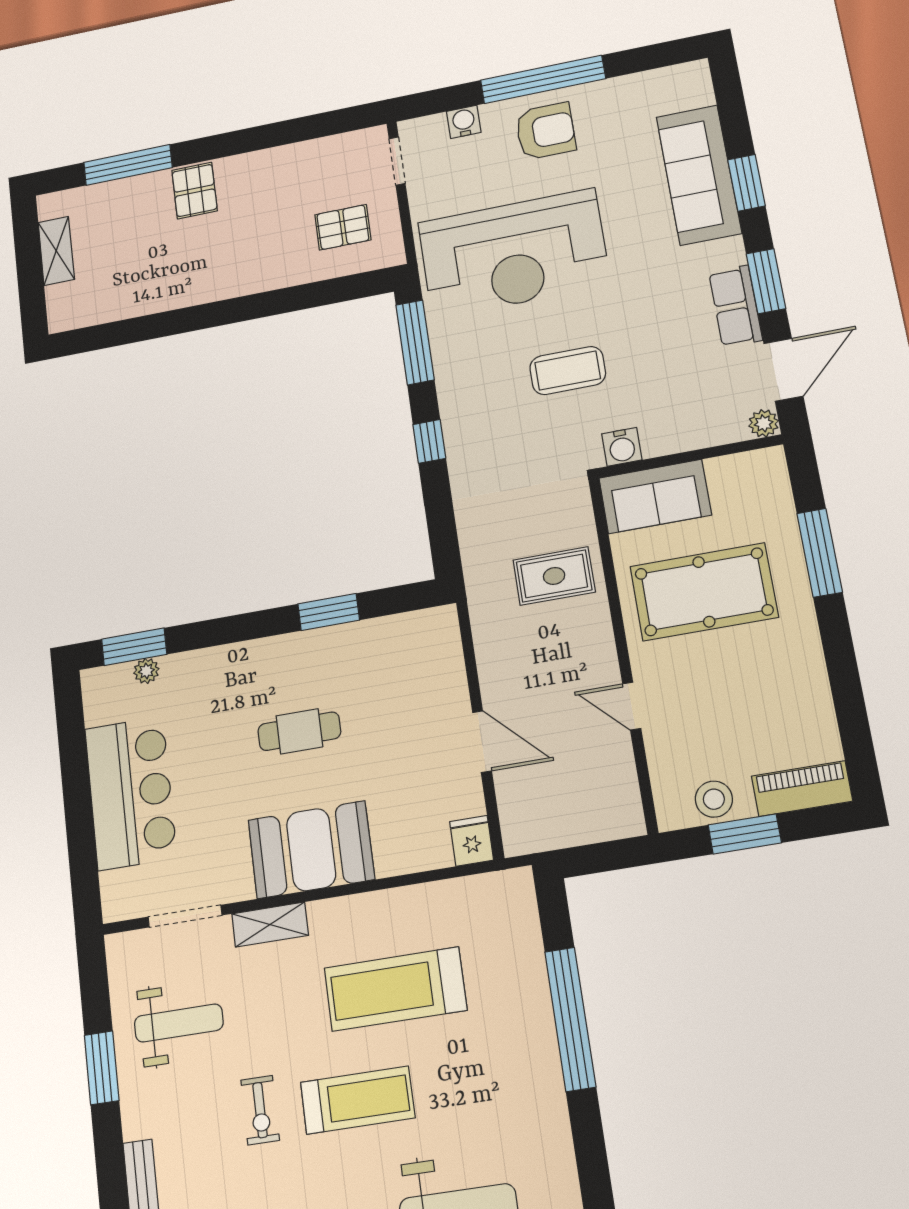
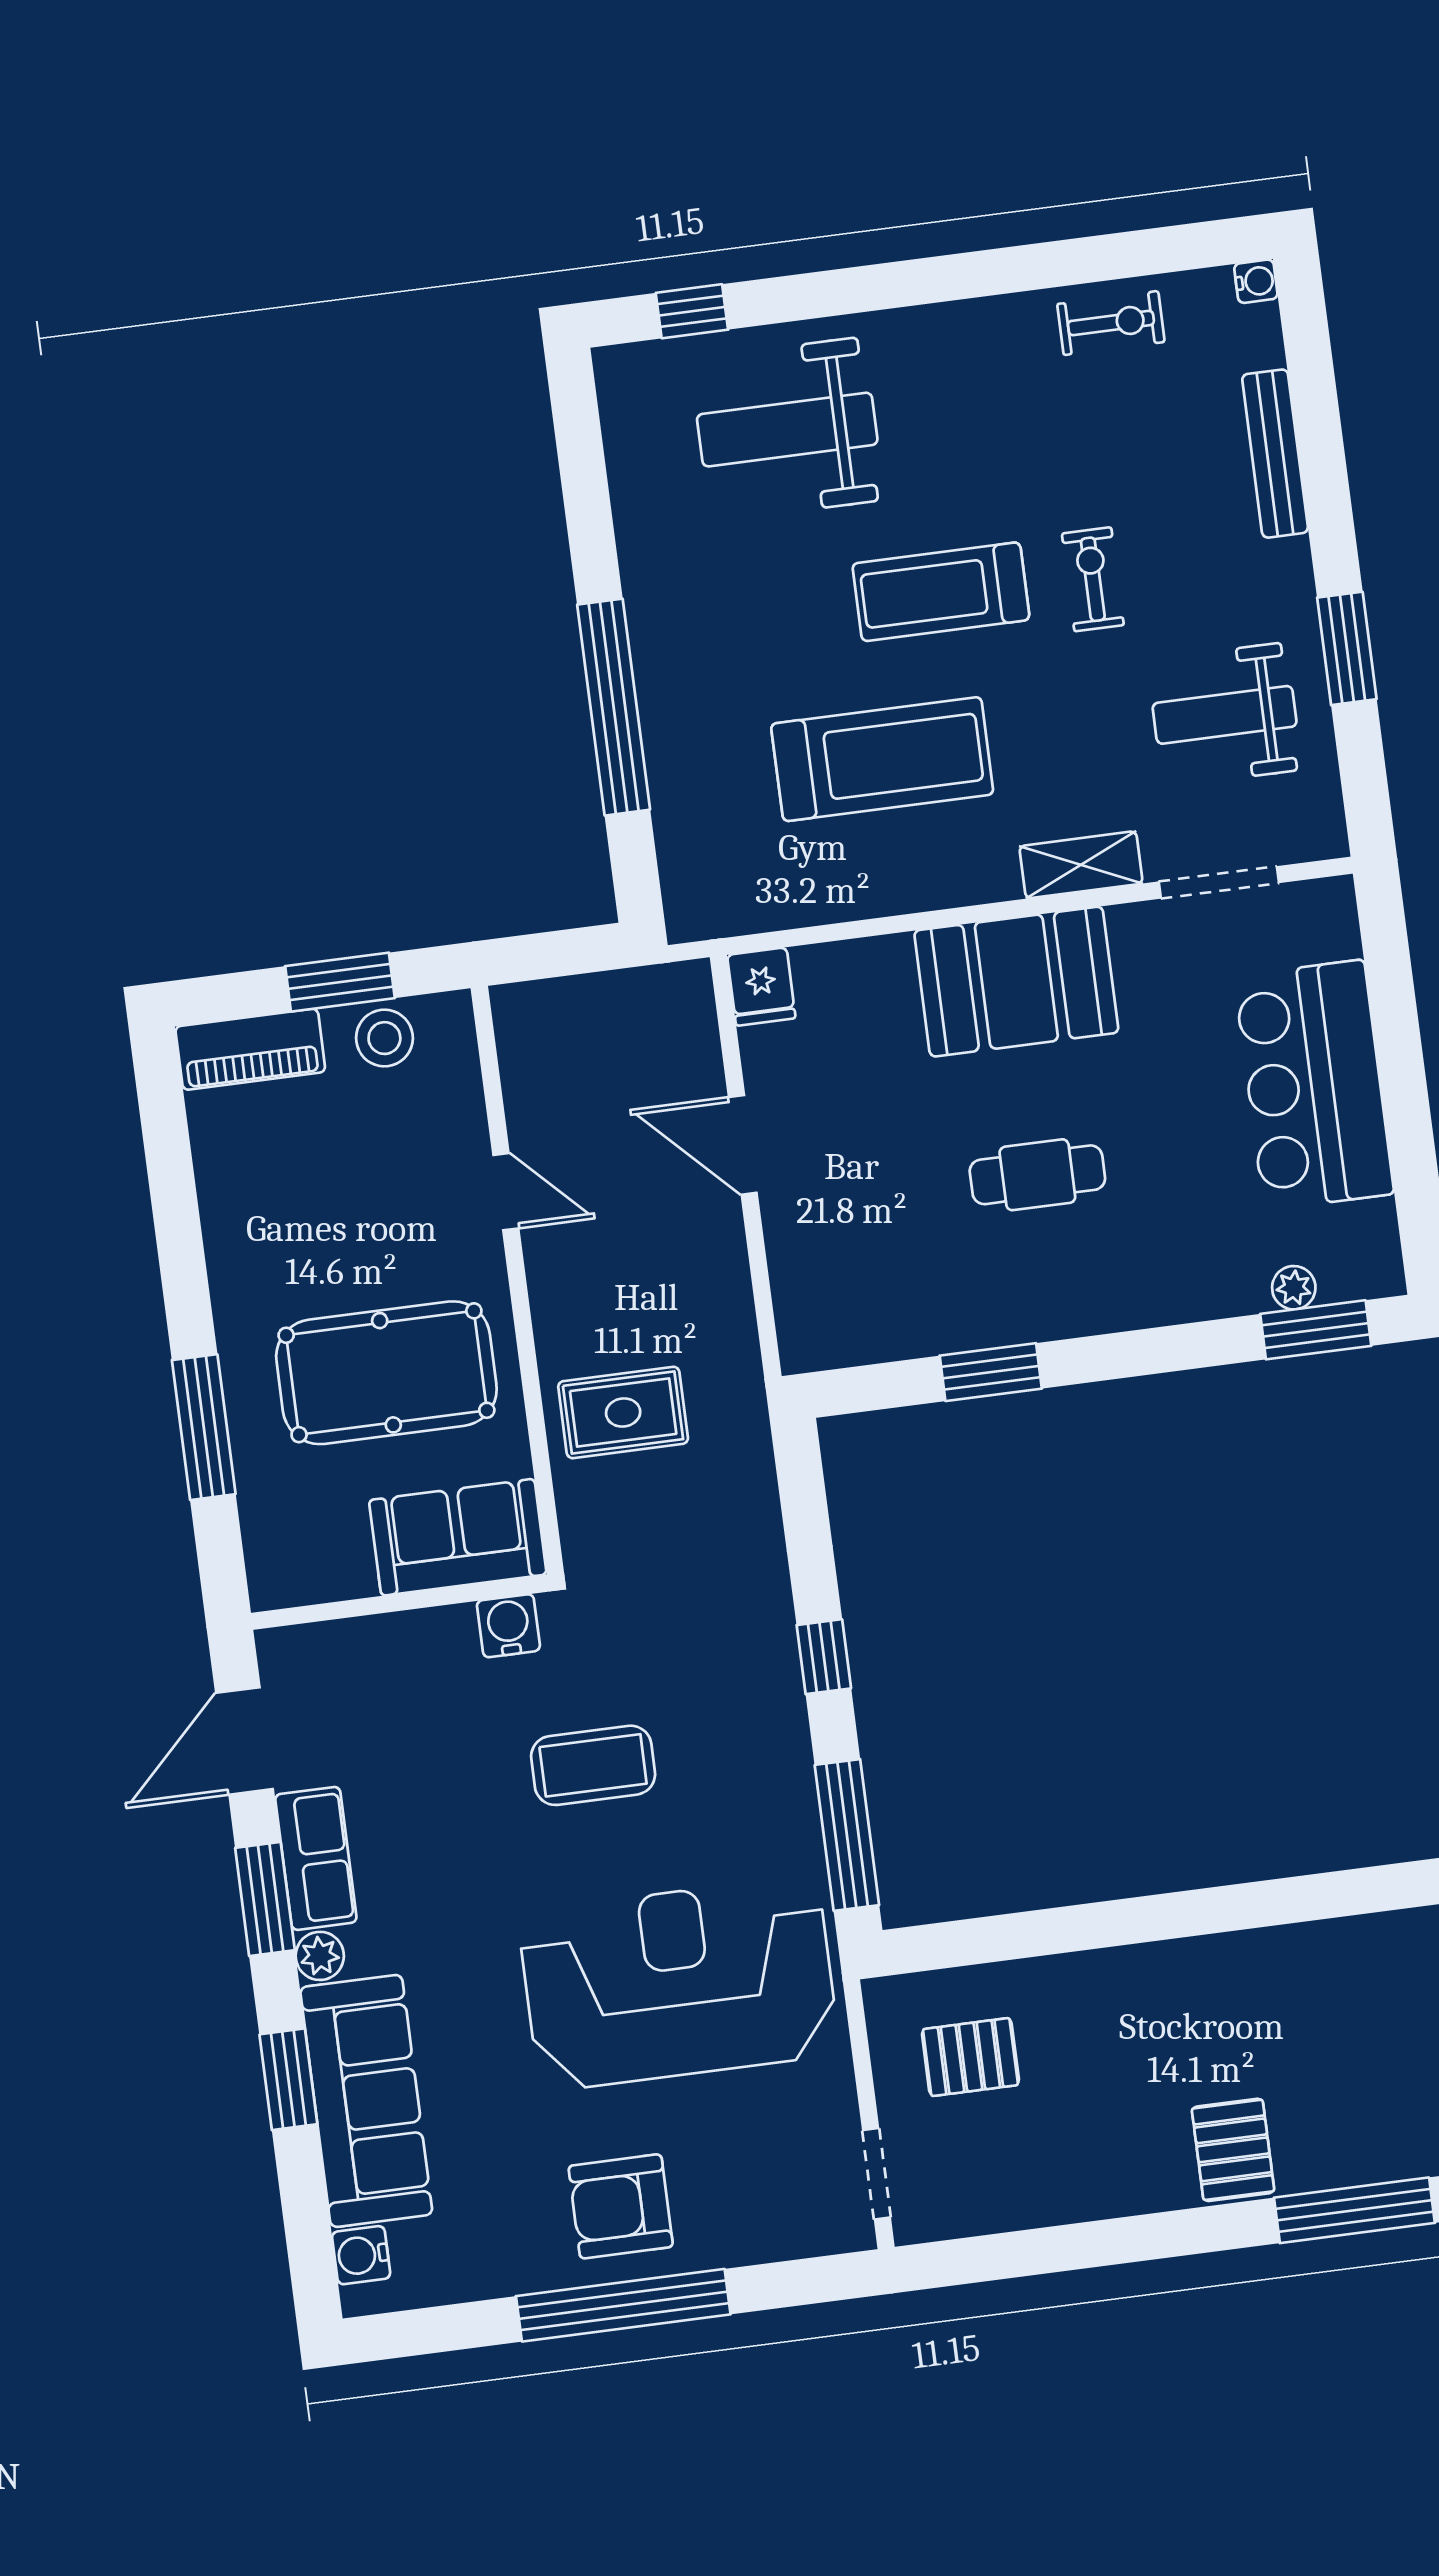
water cooler: (464, 122) -> (361, 2255), moved, turned 90
plant: (764, 423) -> (320, 1956), moved

